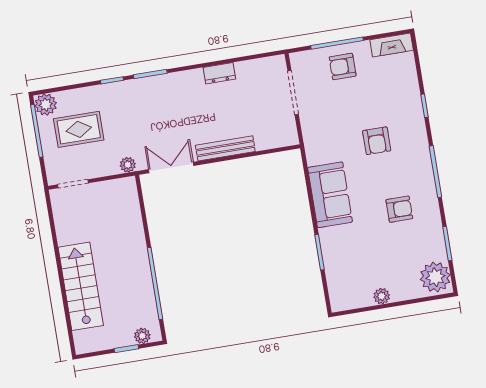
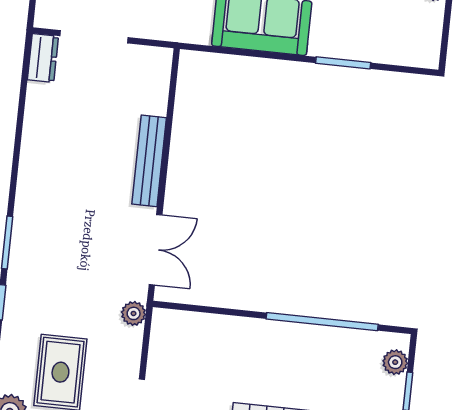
dresser: (219, 73) -> (43, 58), moved
double door: (171, 167) -> (156, 250), swing flipped

